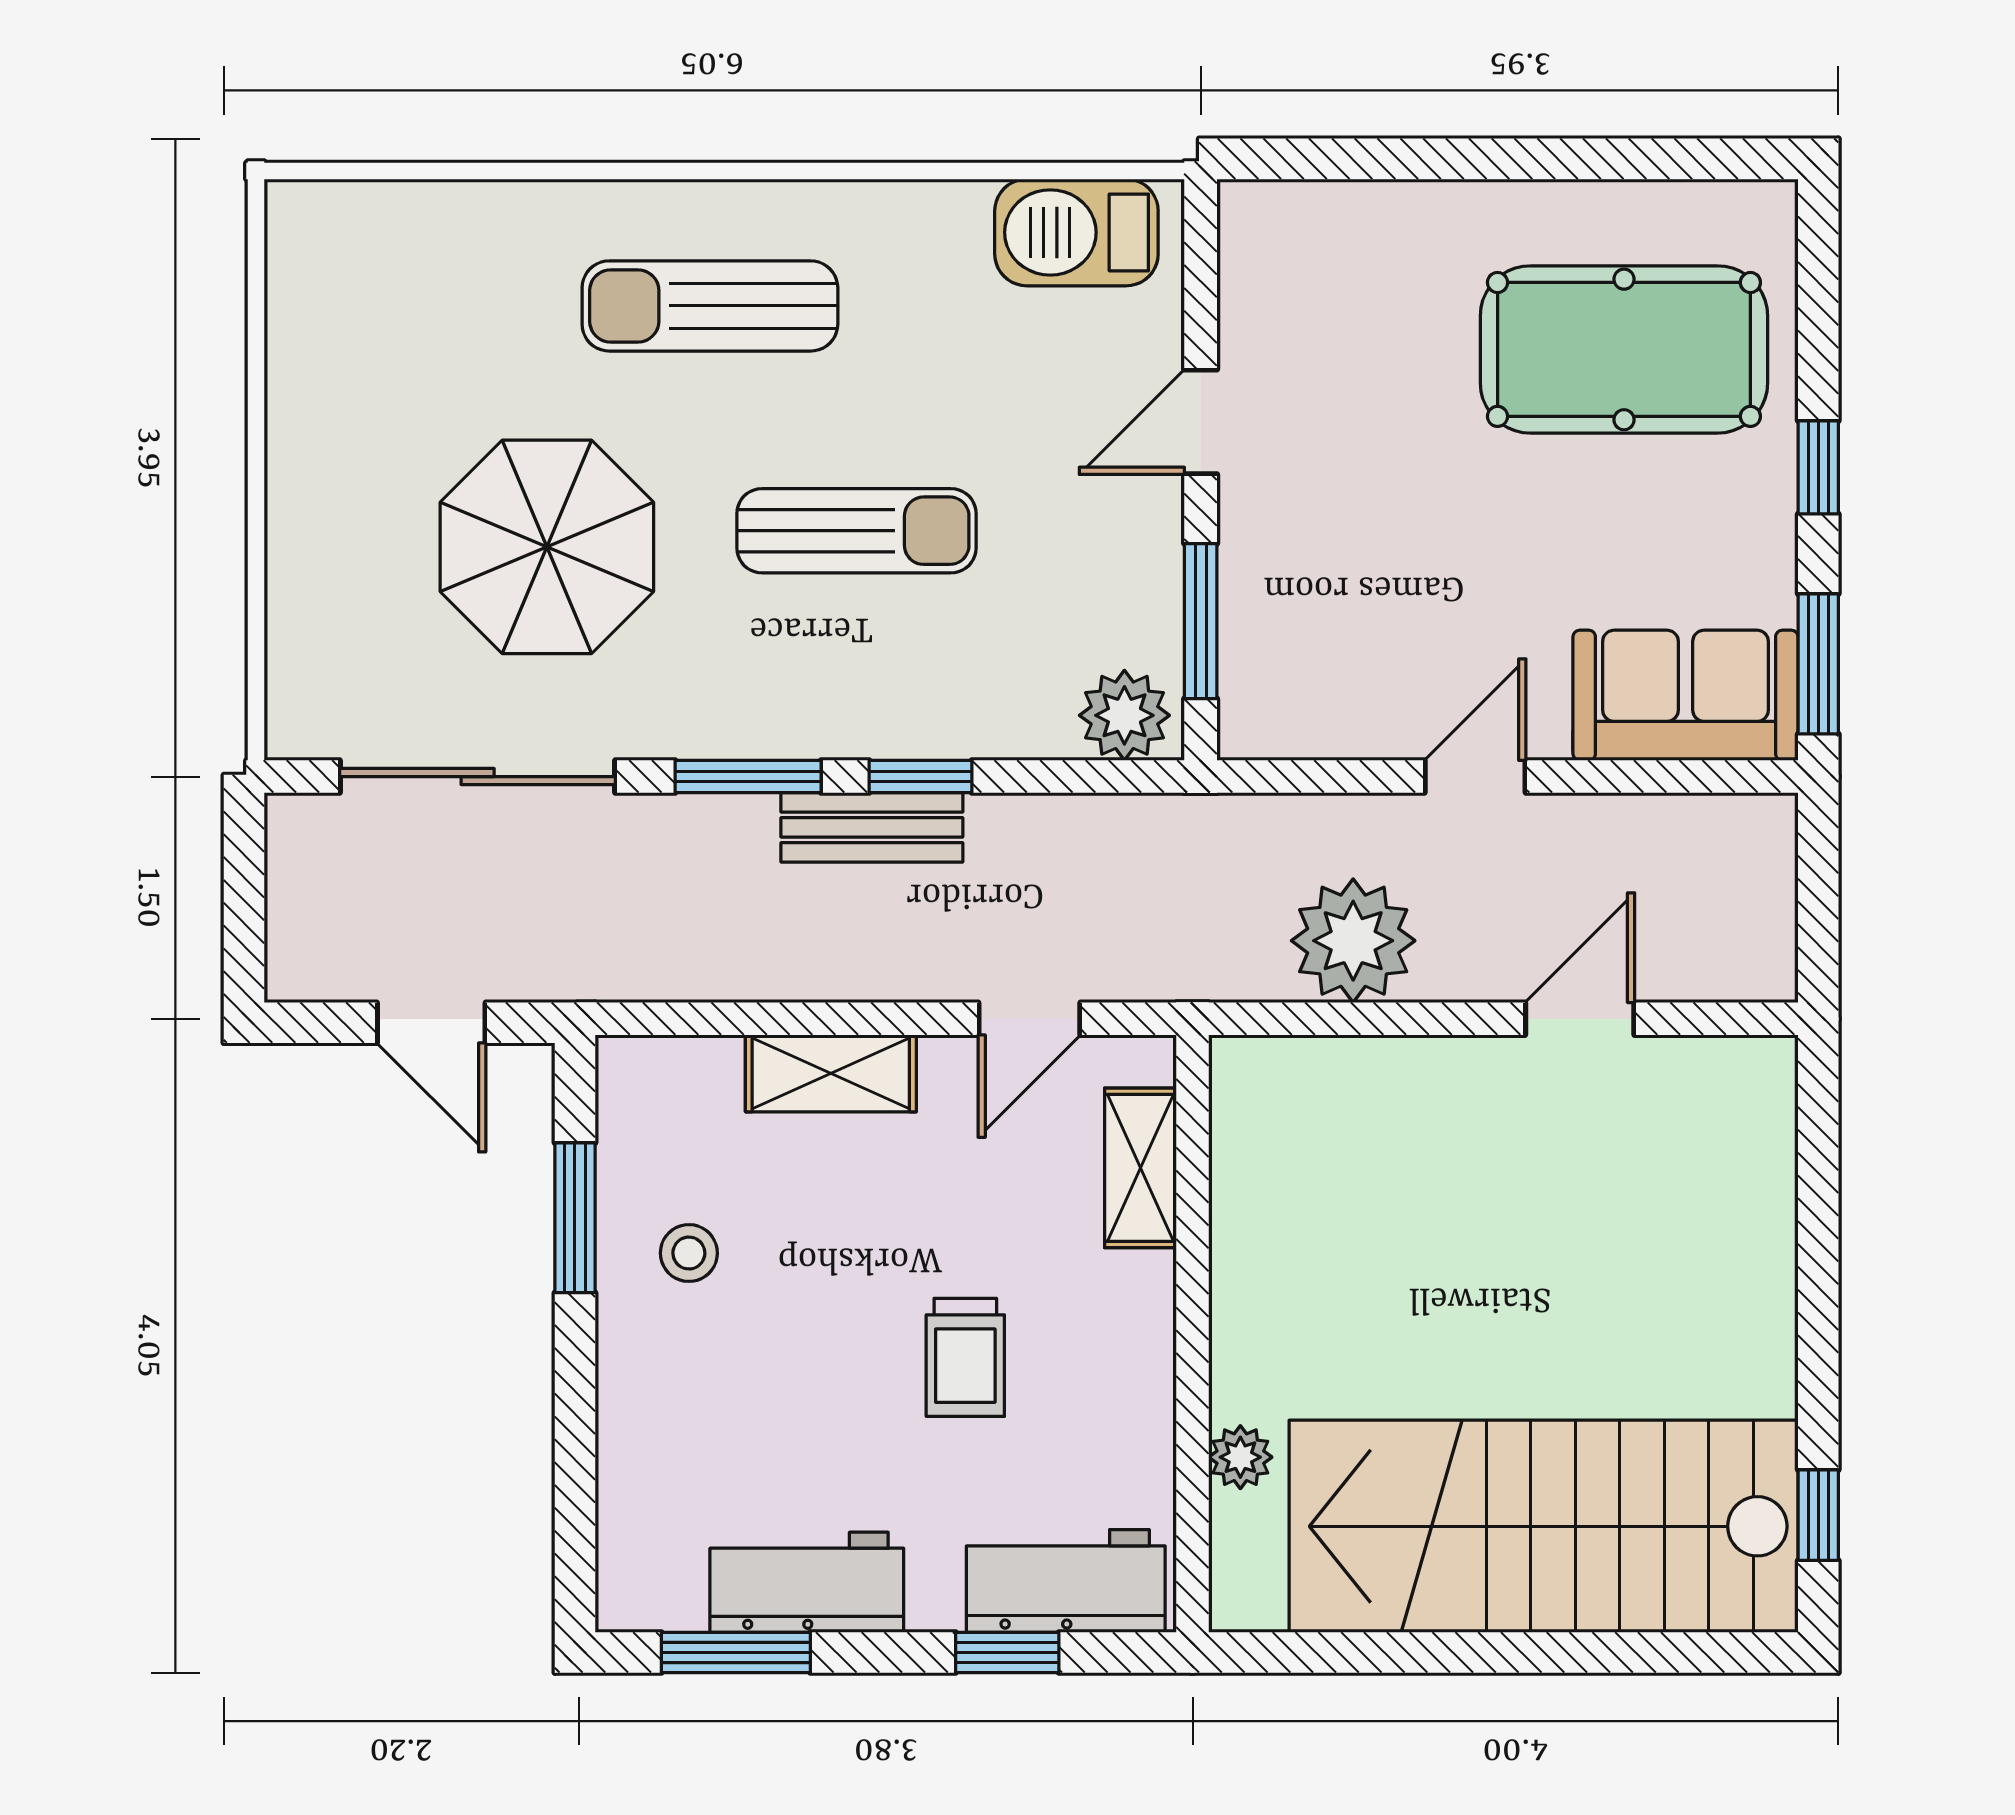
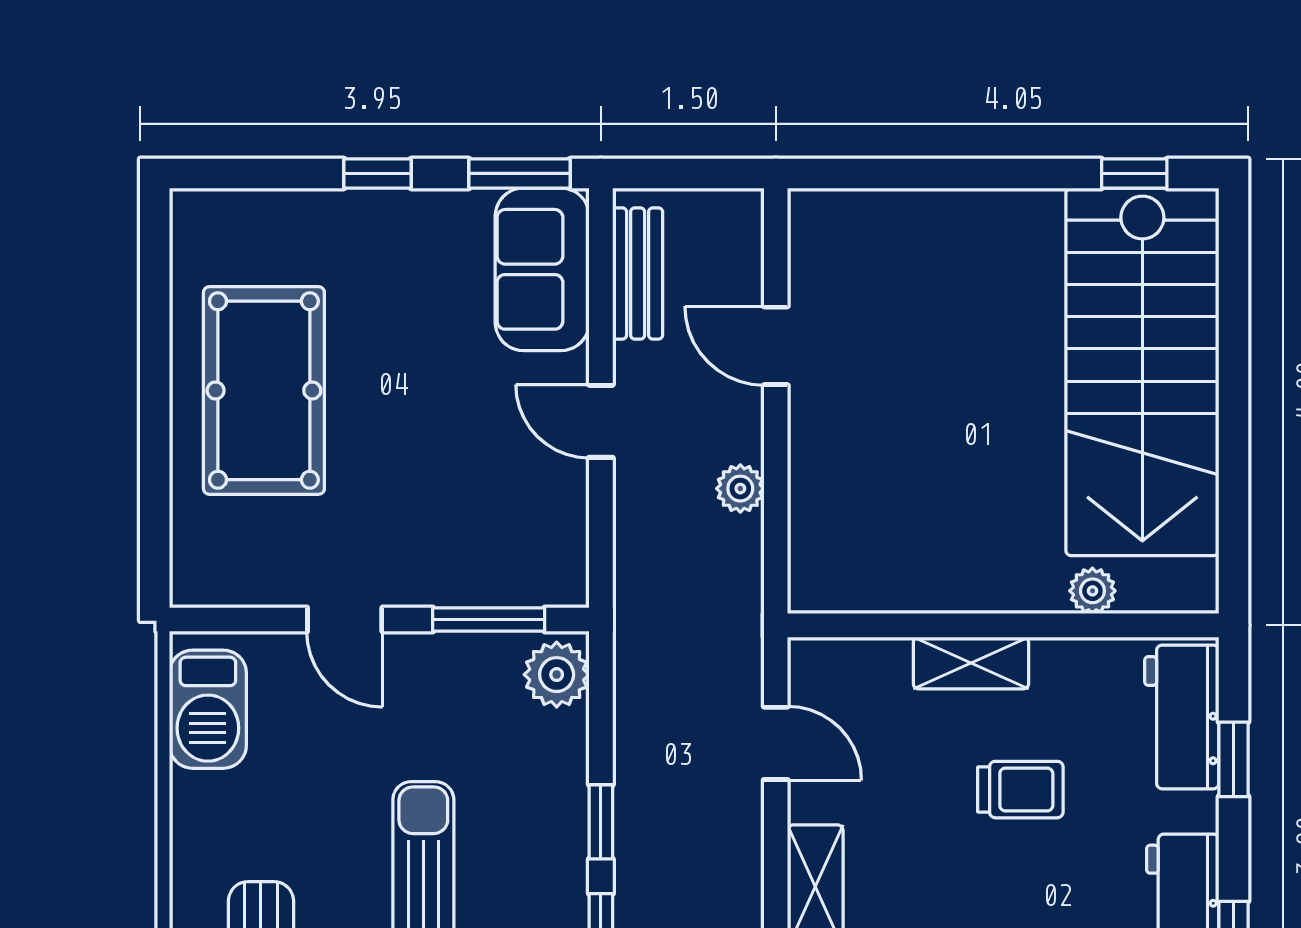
pool table: (1624, 349) -> (264, 390), moved
bench: (872, 827) -> (638, 273), moved
plant: (1353, 941) -> (740, 489), width x0.53, depth x0.53
shelving: (1140, 1168) -> (971, 663), moved

